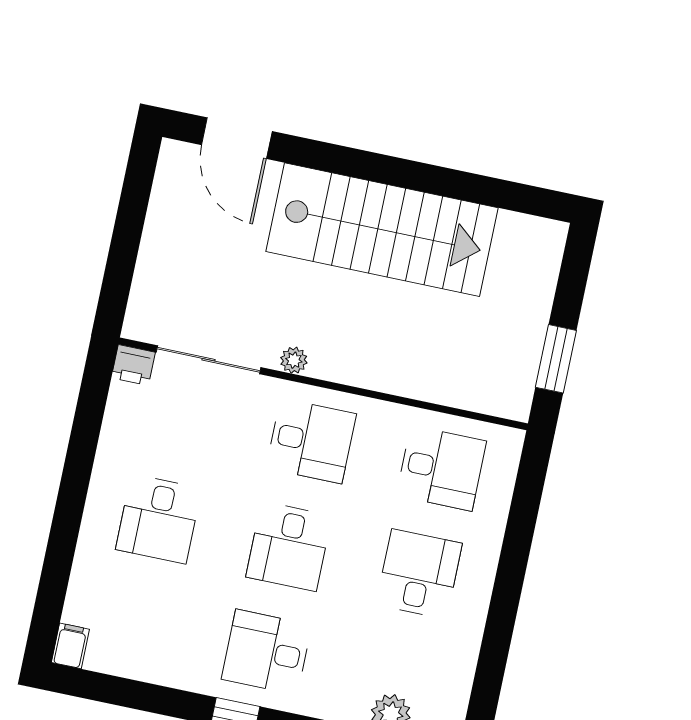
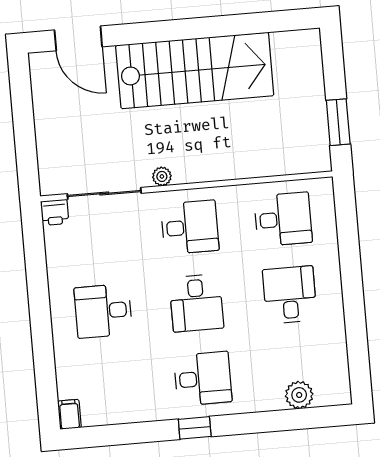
desk: (159, 519) -> (103, 311), turned 90
desk: (267, 652) -> (203, 379), turned 180

